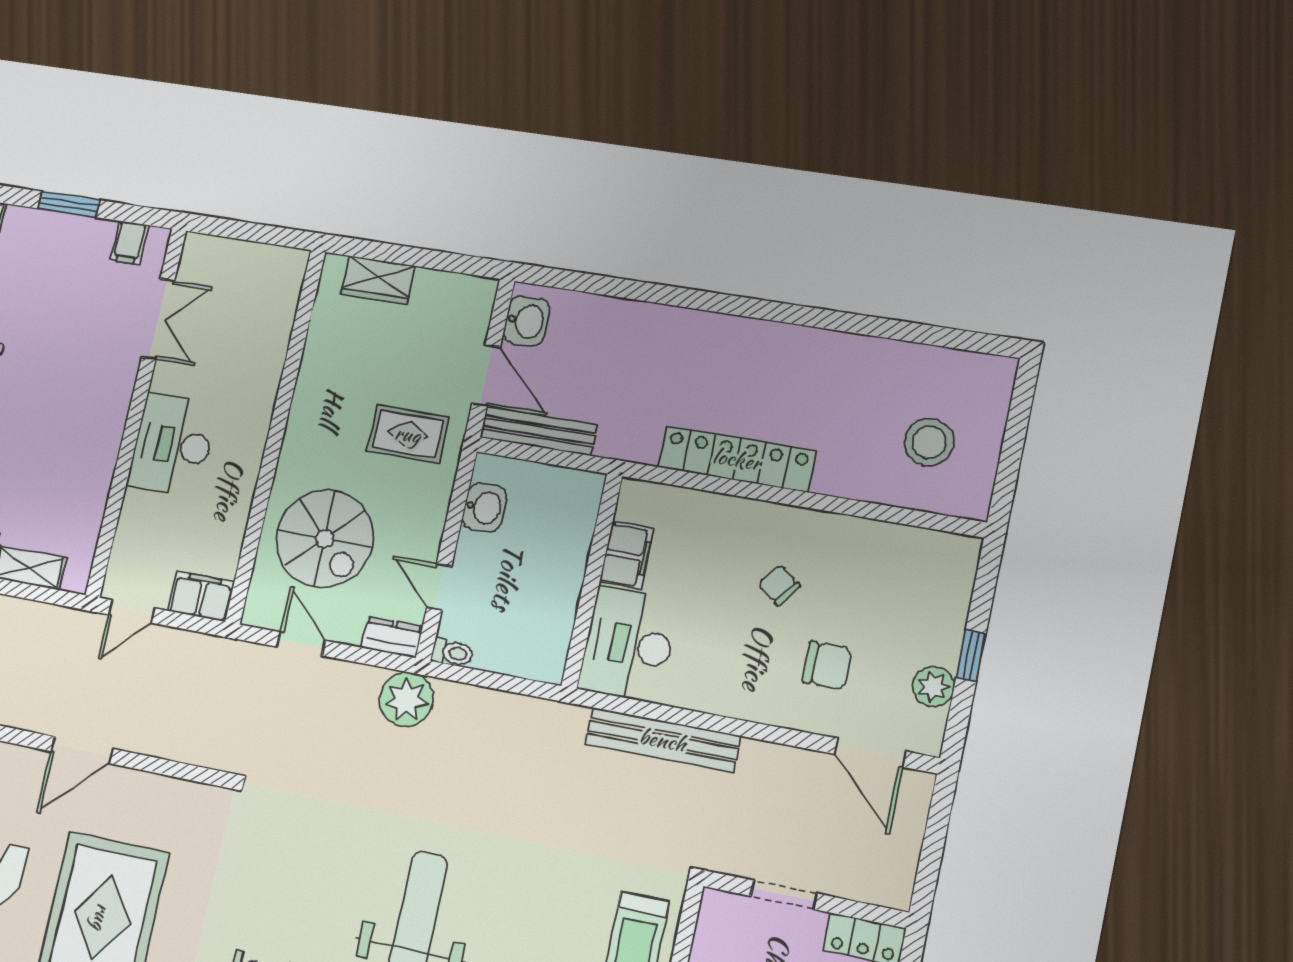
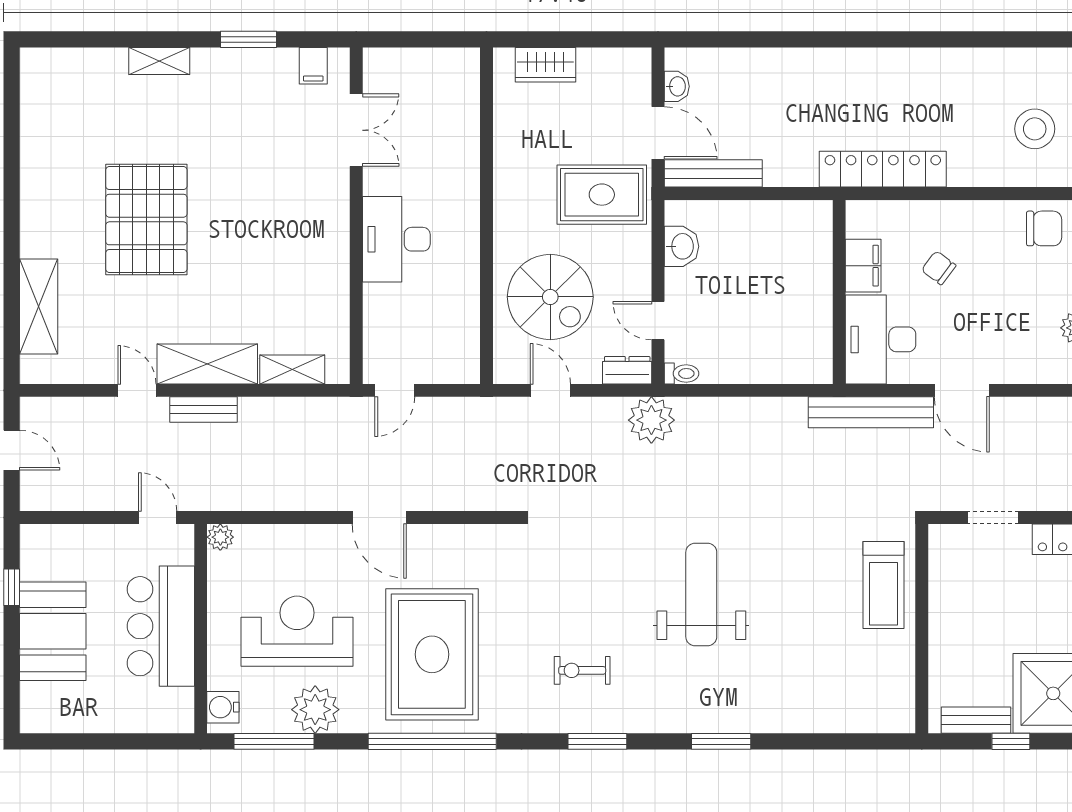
washbasin: (526, 321) -> (677, 86), width x0.72, depth x0.69
rug: (408, 434) -> (602, 195), width x1.36, depth x1.43
filing cabinet: (626, 555) -> (863, 266), moved
wall: (592, 581) -> (839, 292), moved
filing cabinet: (201, 596) -> (453, 366), removed
desk: (628, 645) -> (881, 339), moved
chair: (827, 665) -> (1044, 228), moved
door: (82, 750) -> (379, 517), hinge flipped
door: (870, 753) -> (962, 390), moved

